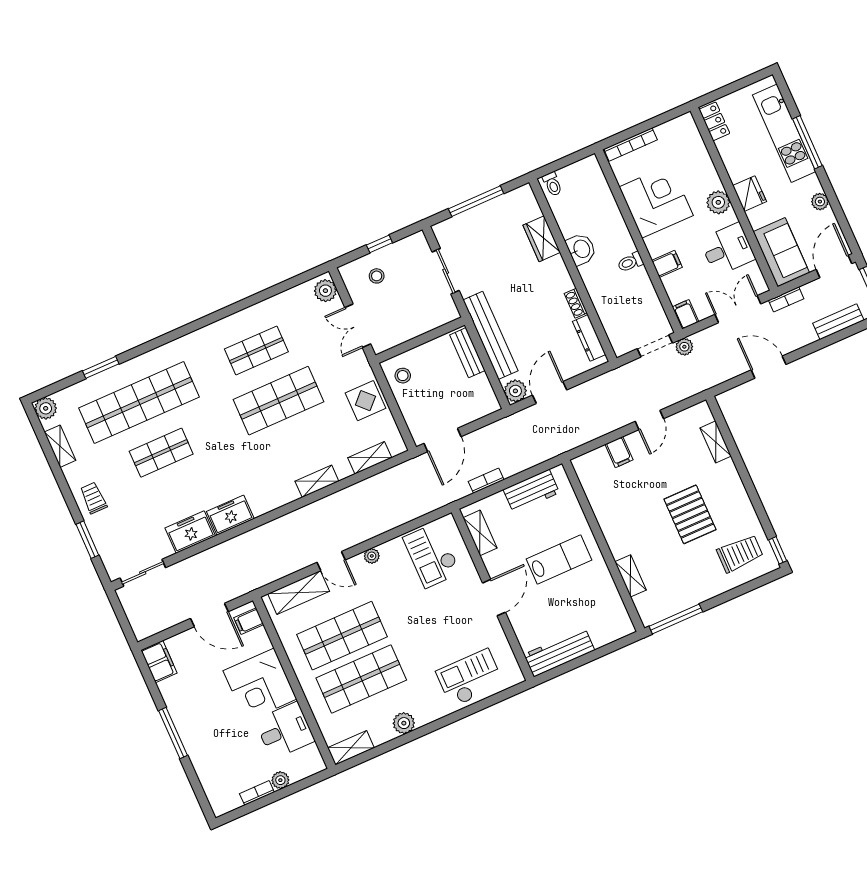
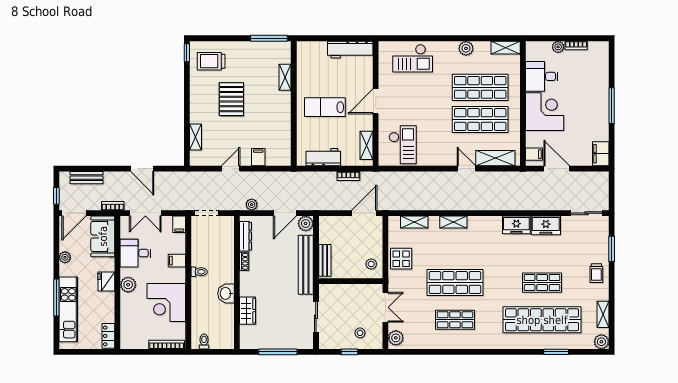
toilet: (552, 184) -> (204, 342), moved
plant: (684, 347) -> (252, 205), moved
plant: (372, 556) -> (440, 161), removed

